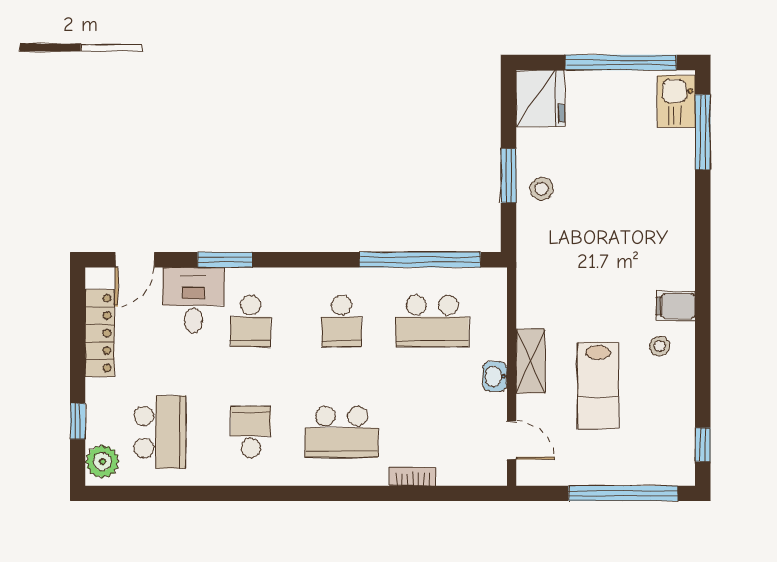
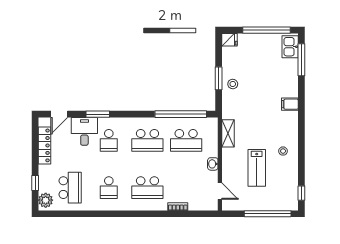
fridge: (540, 98) -> (230, 40), width x0.53, depth x0.75
filing cabinet: (676, 306) -> (290, 104), moved
school desk: (342, 321) -> (147, 140), width x1.85
shelving: (531, 361) -> (228, 133), moved
school desk: (251, 432) -> (109, 188), turned 180

